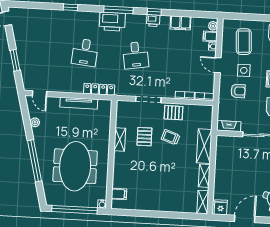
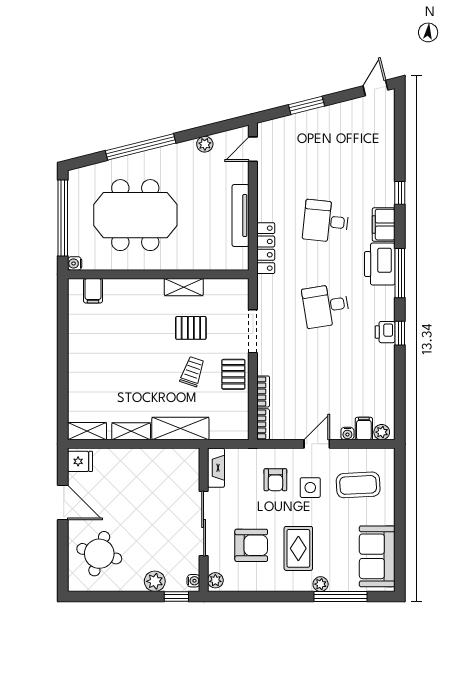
filing cabinet: (181, 23) -> (384, 225), moved

